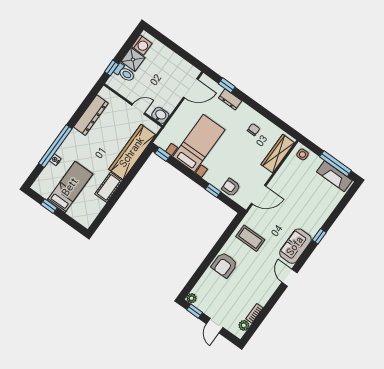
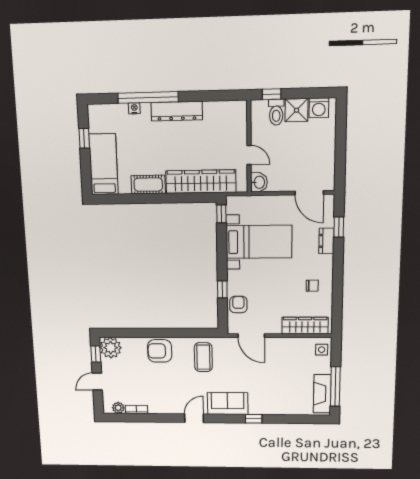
dresser: (91, 115) -> (177, 111), moved
bed: (70, 187) -> (104, 164), moved, turned -90
plant: (192, 298) -> (111, 348), width x1.88, depth x1.88

